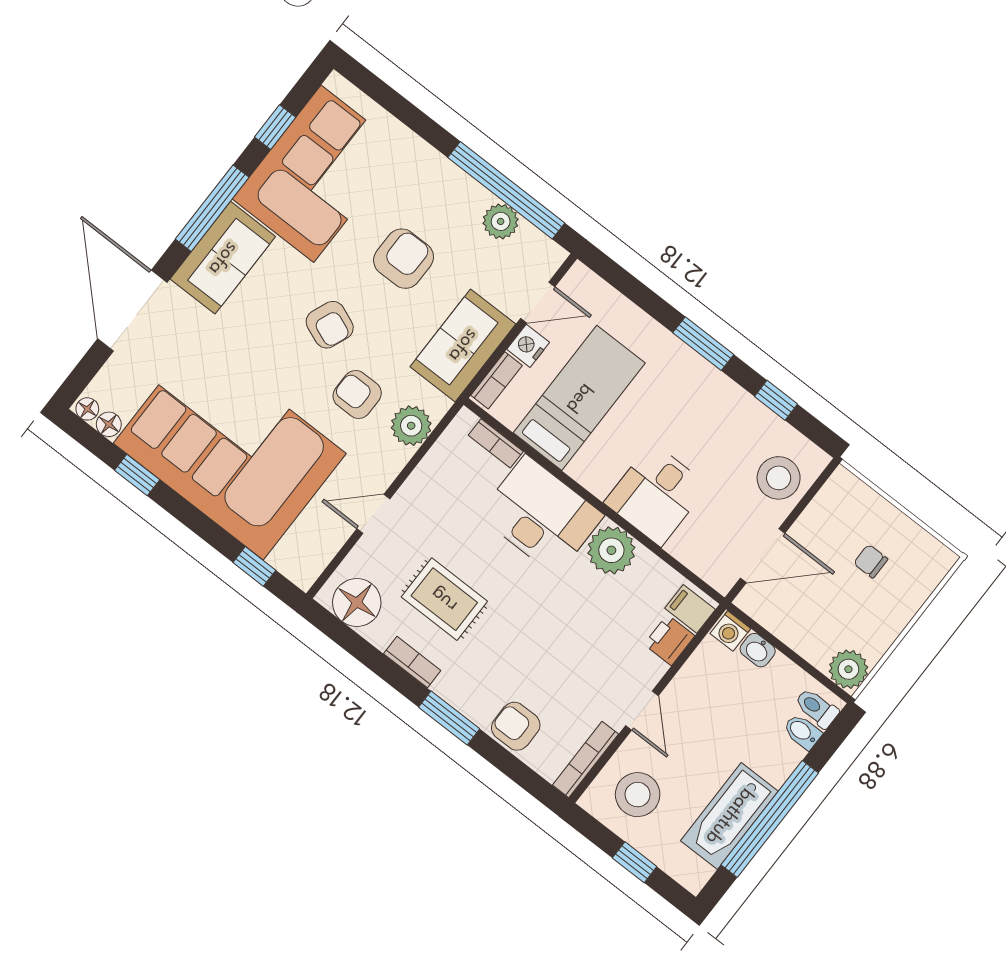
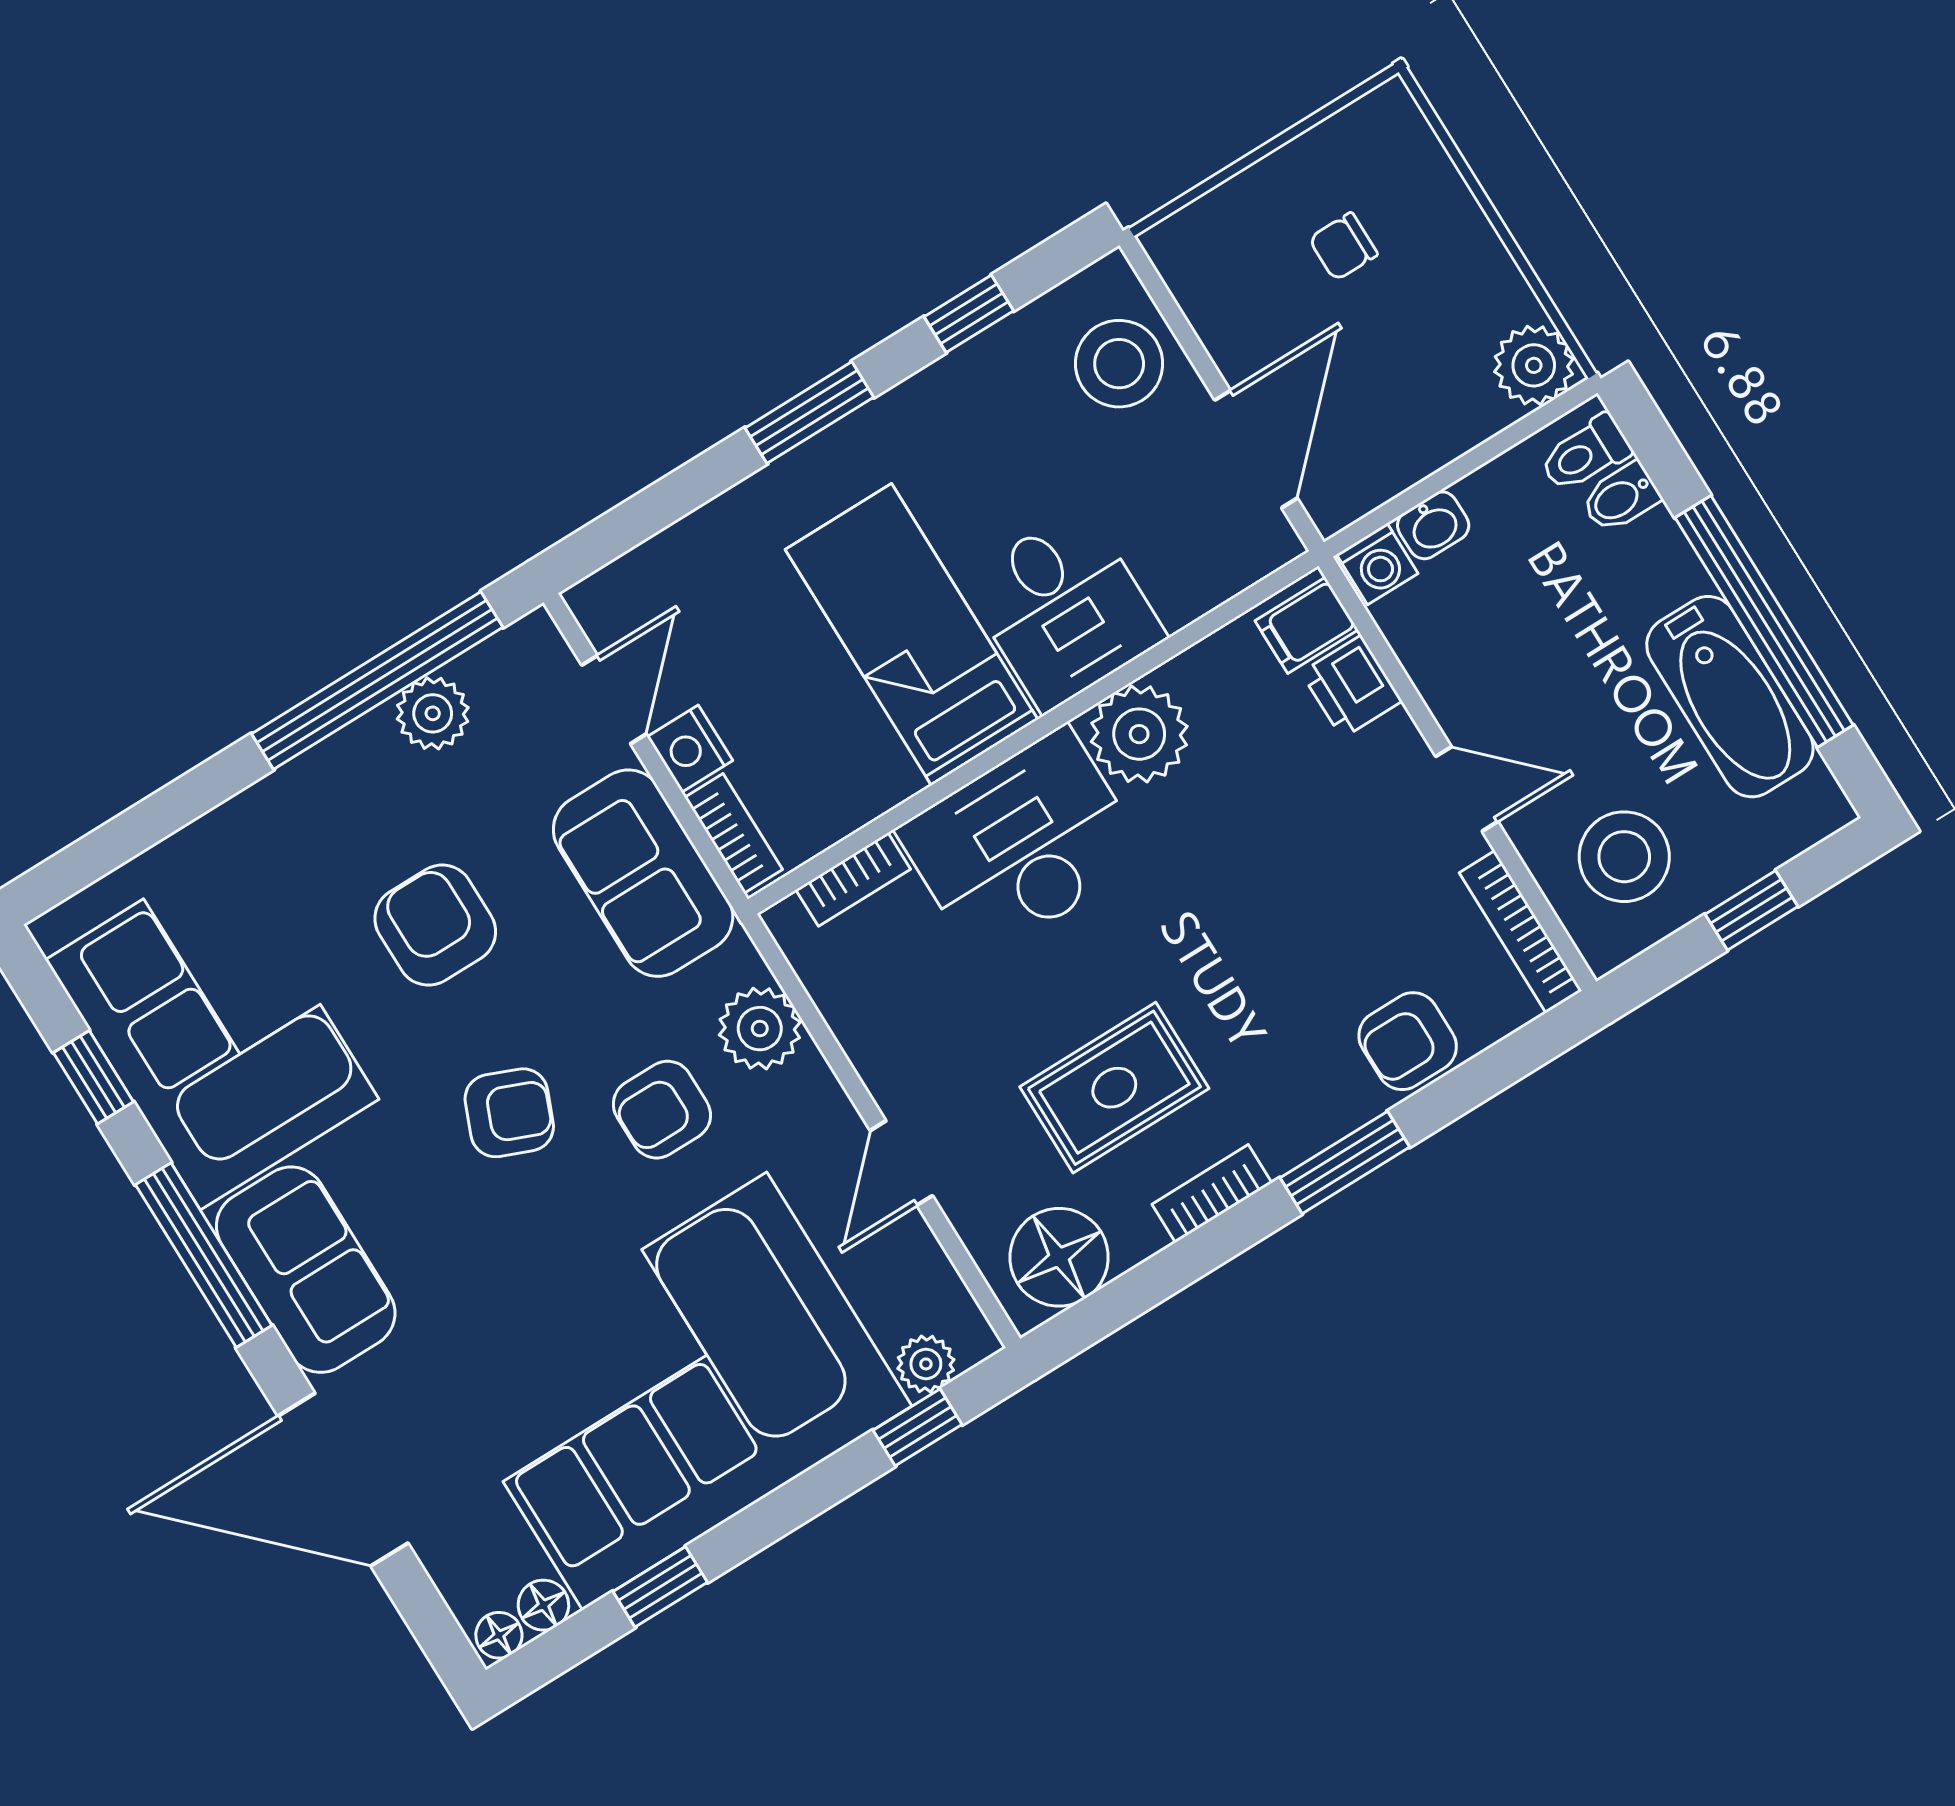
bed: (579, 398) -> (912, 634), moved
plant: (285, 559) -> (926, 1364), added

